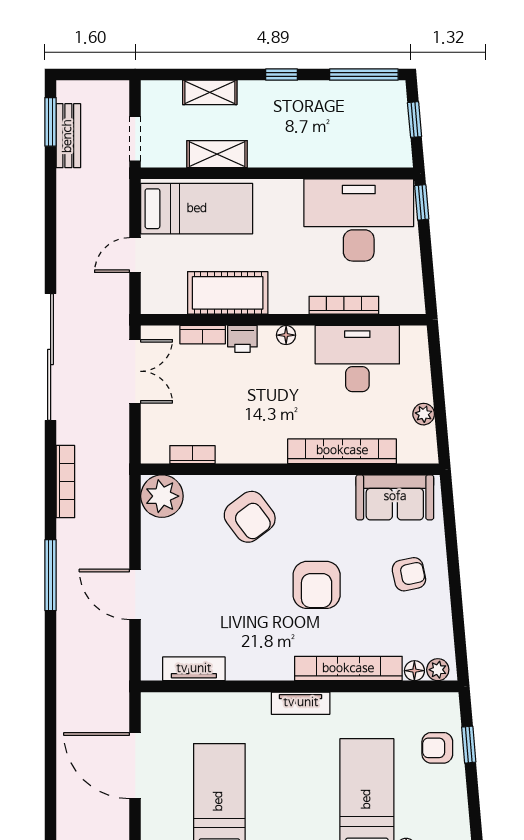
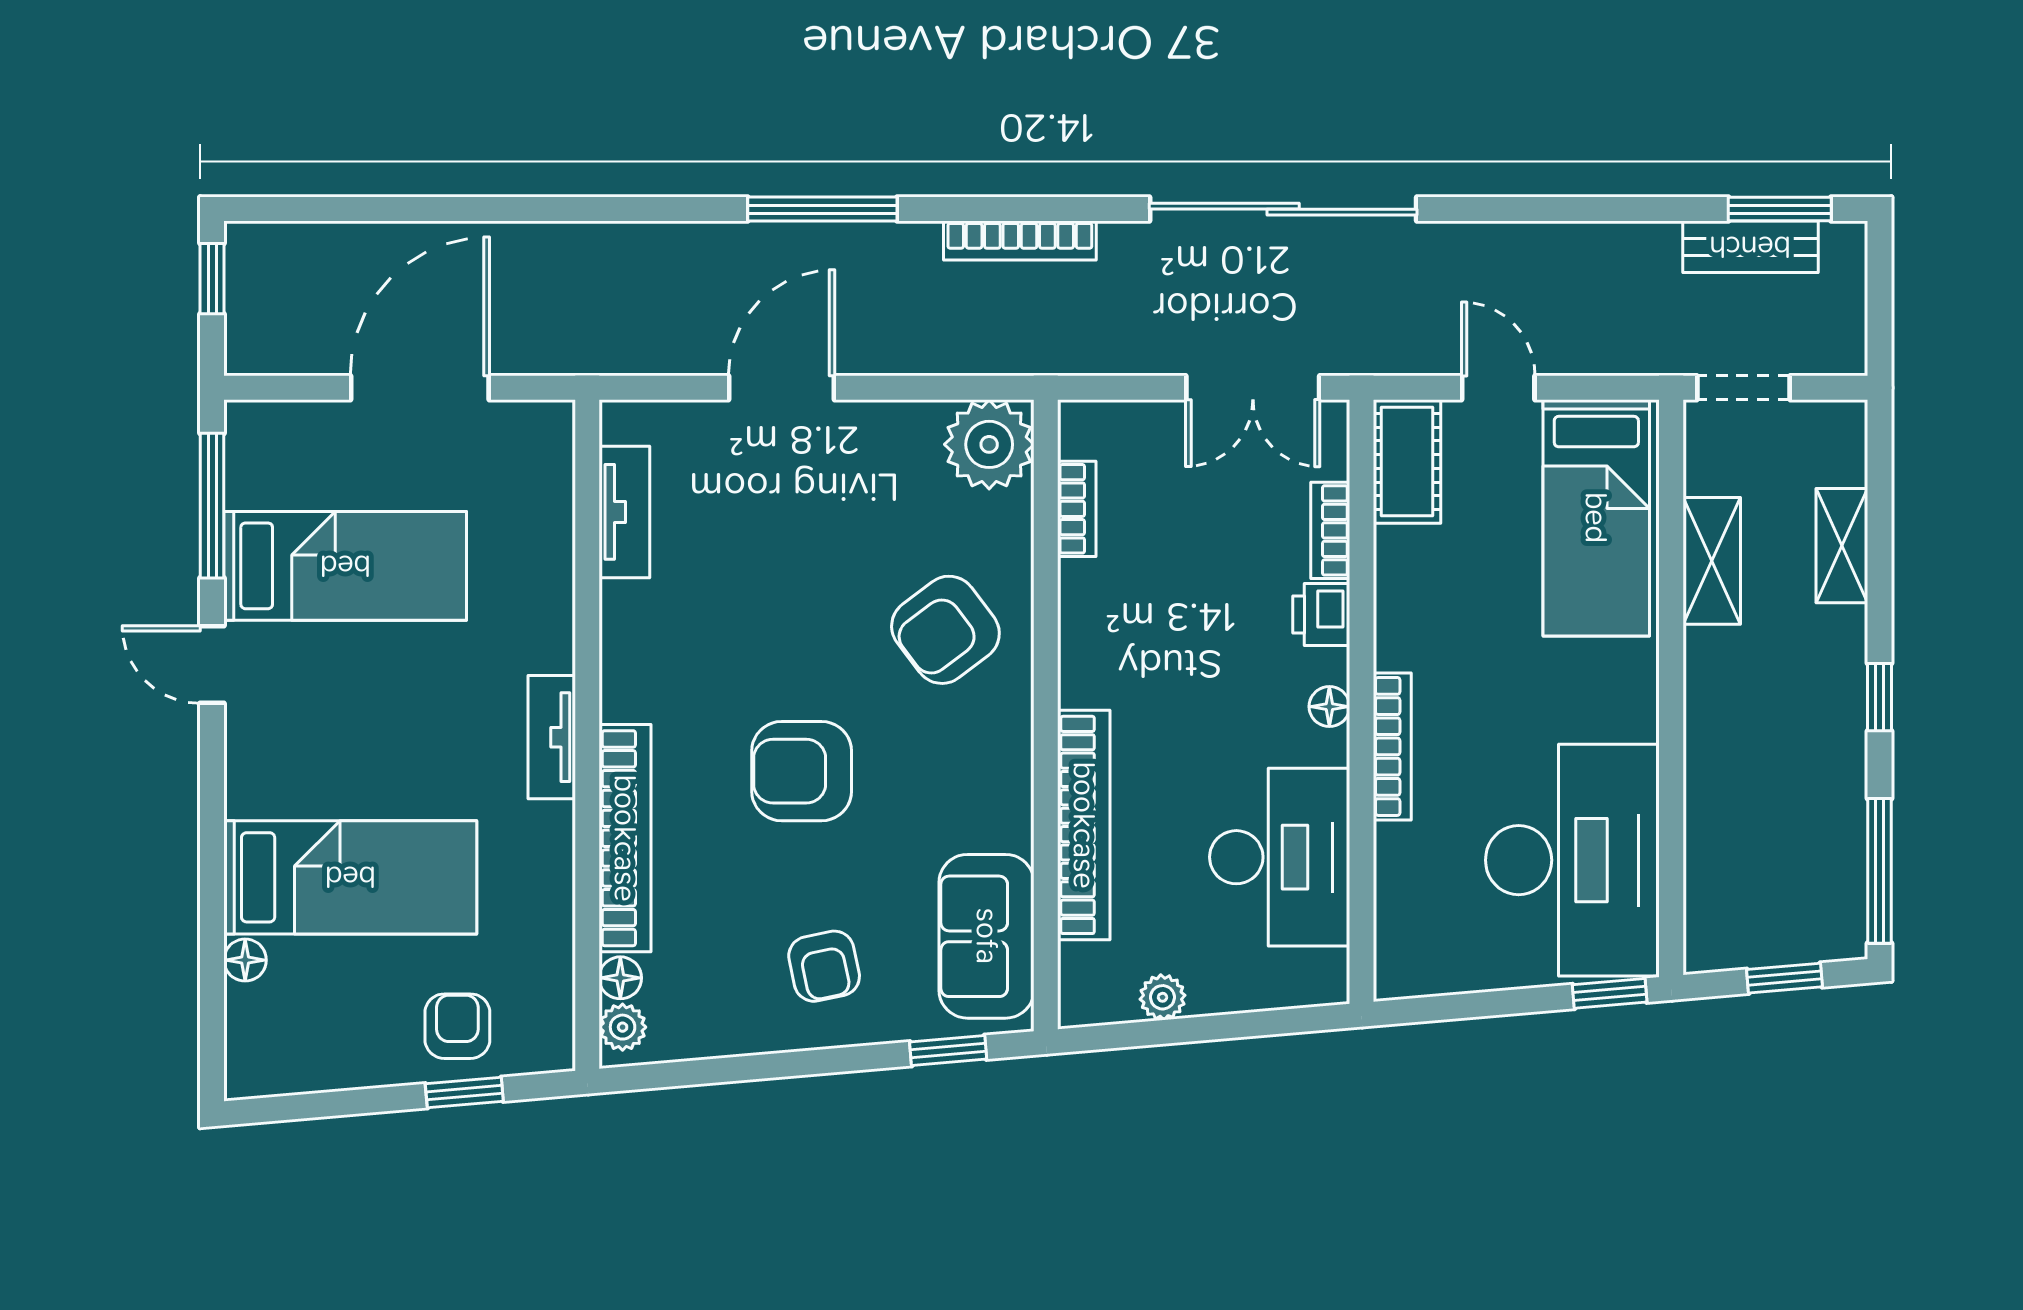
cot: (228, 293) -> (1407, 462), moved, width x0.73, depth x0.75
bookcase: (344, 305) -> (1392, 746), moved
window: (449, 516) -> (948, 1051), added

